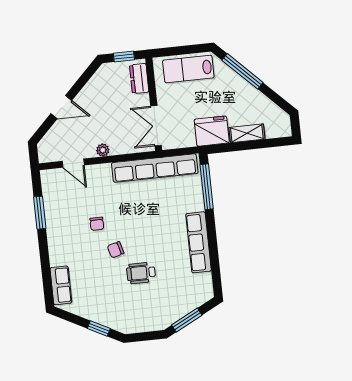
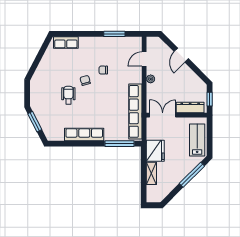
dresser: (139, 79) -> (190, 107), width x1.44
window: (99, 329) -> (35, 64), removed

